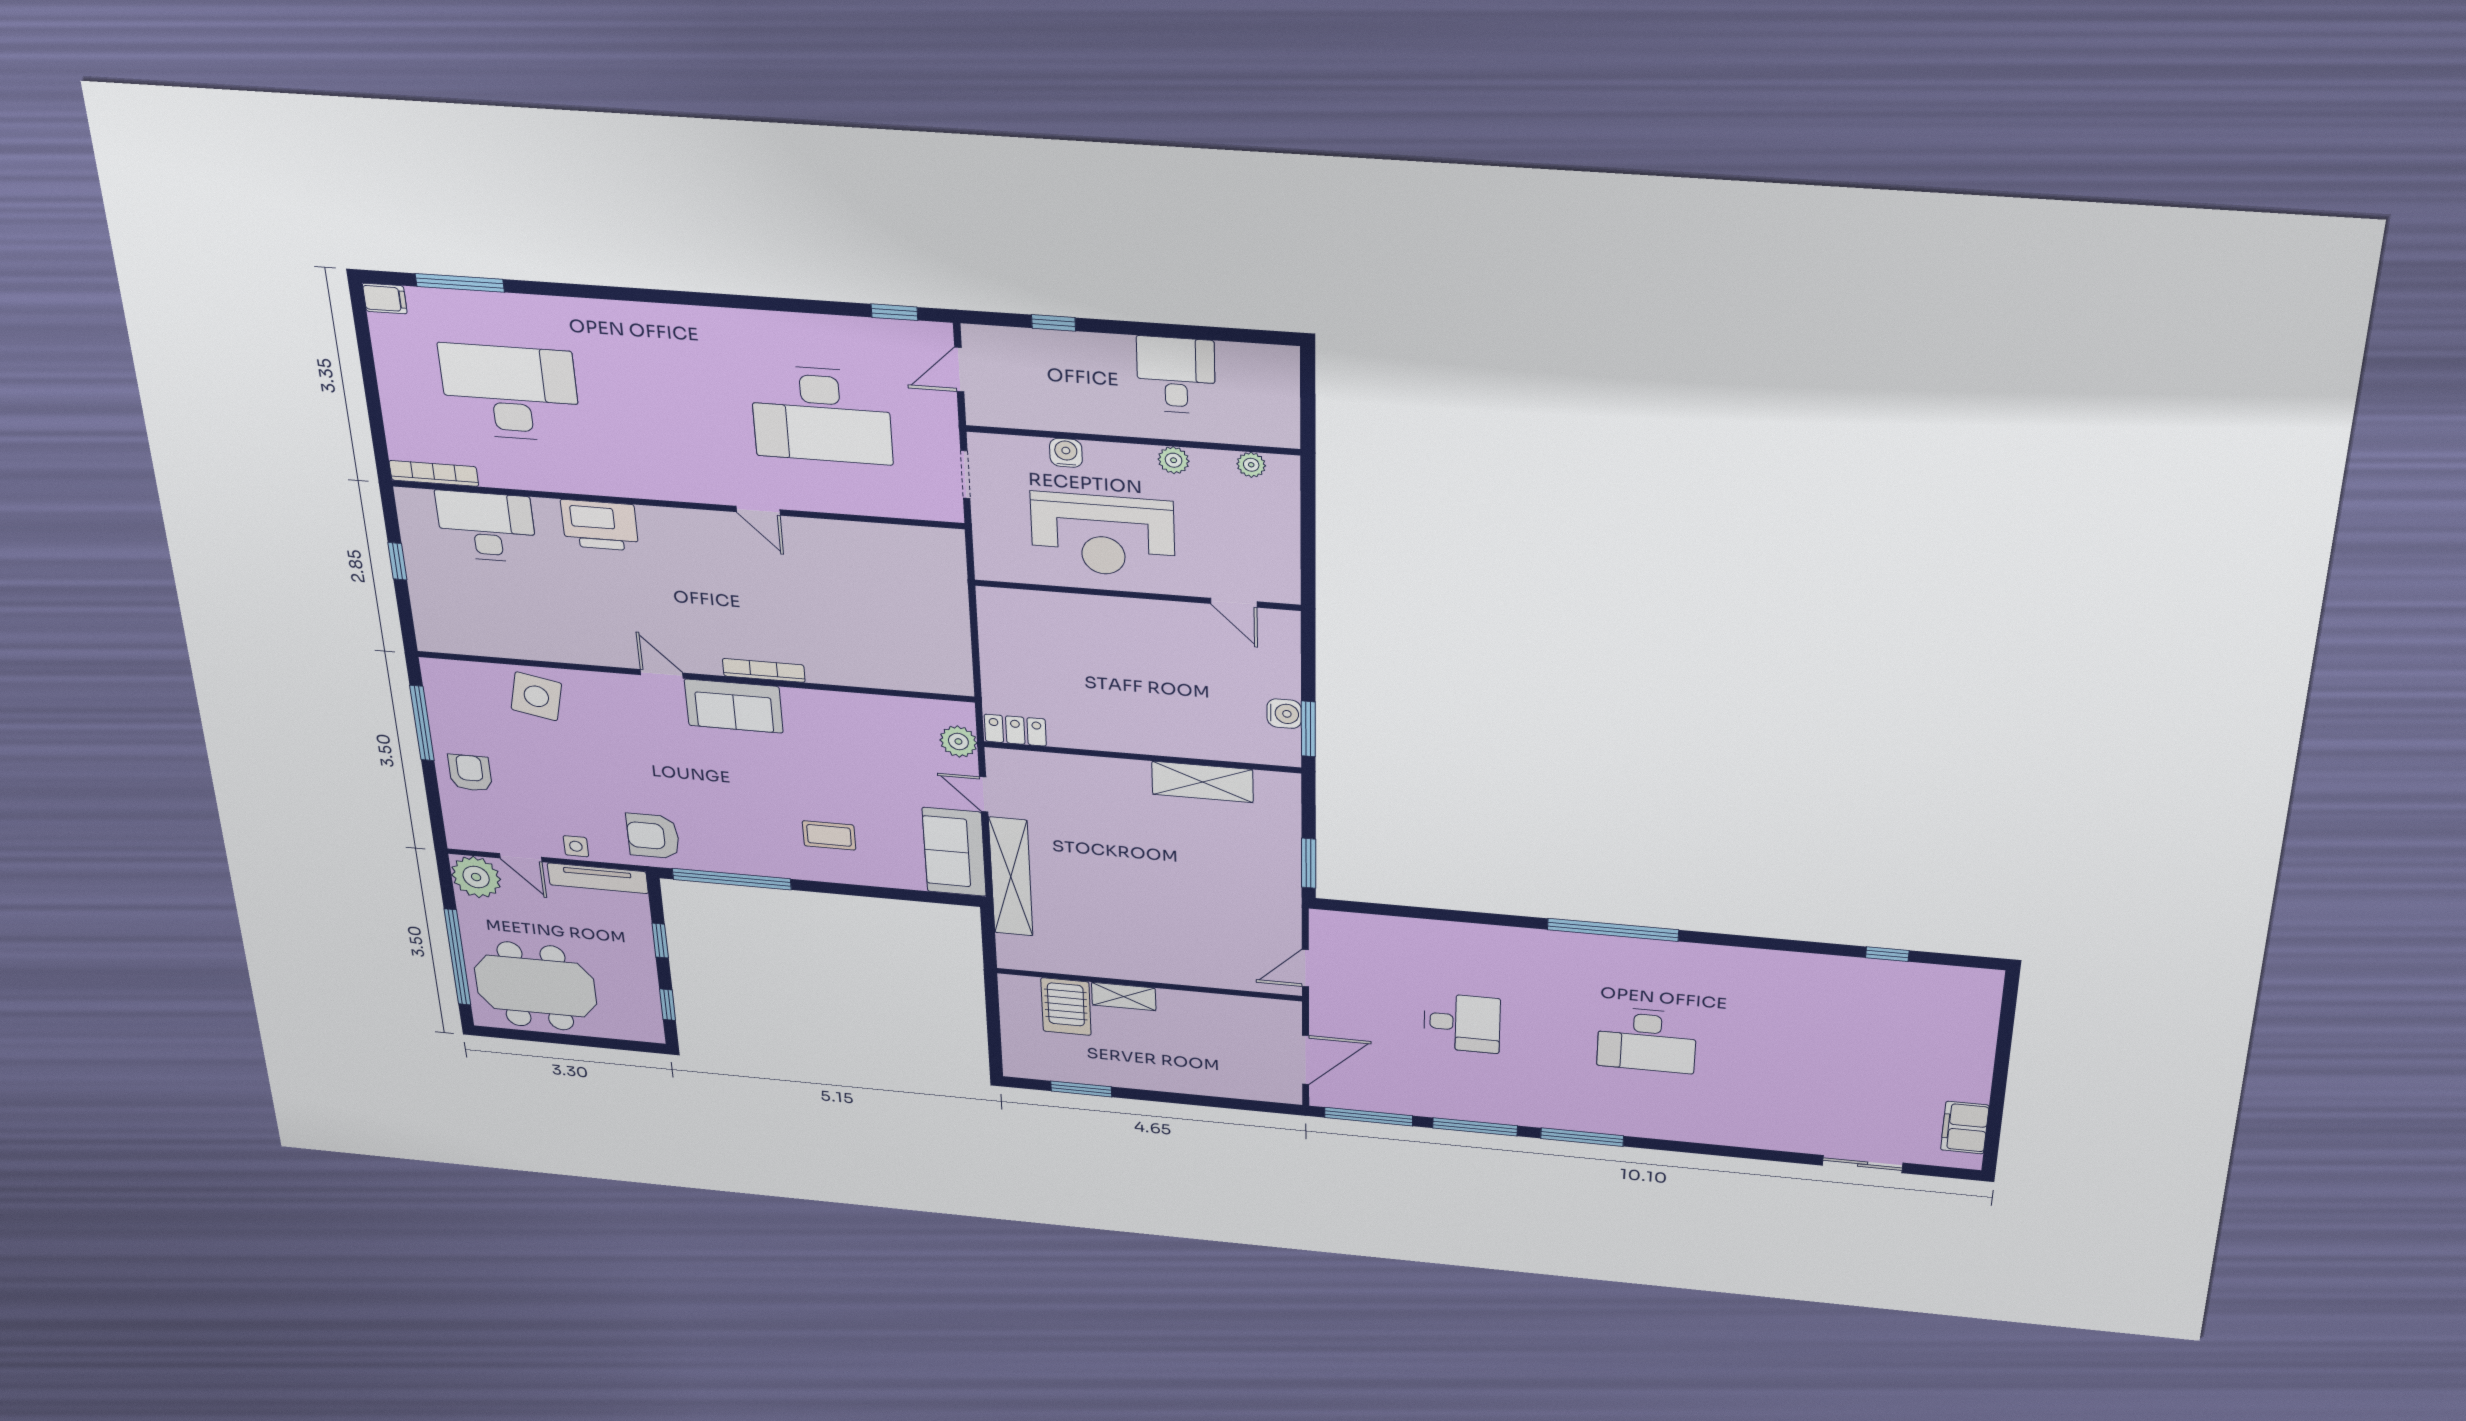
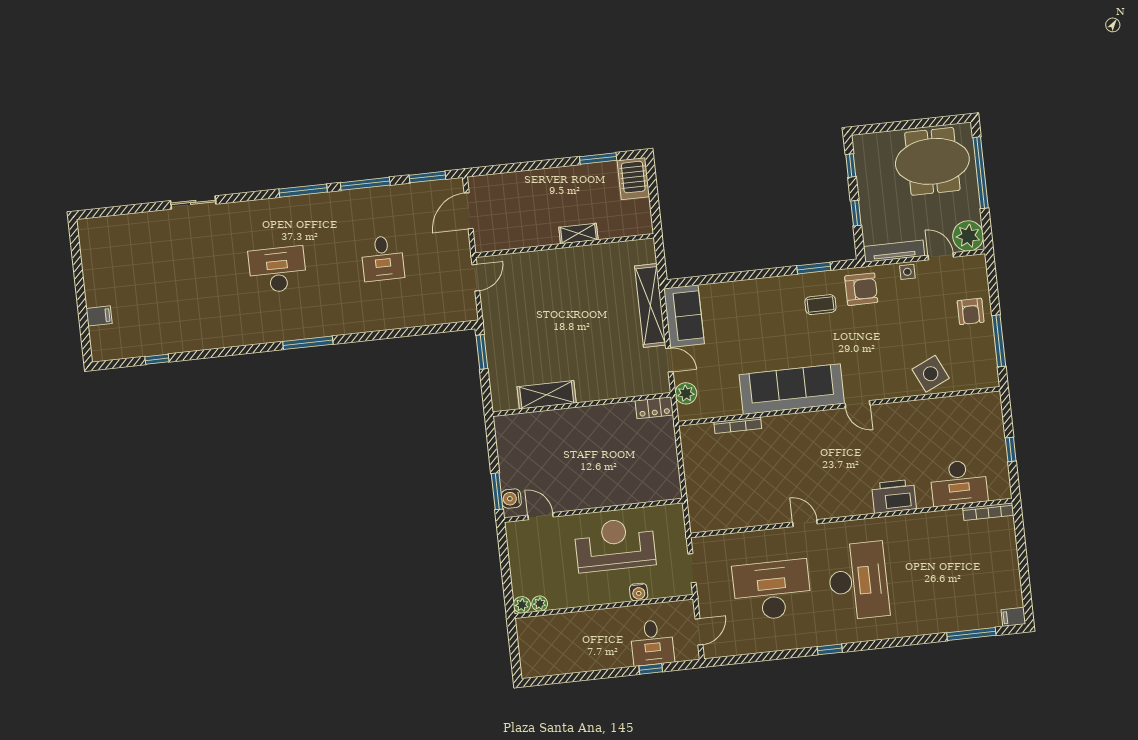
window: (894, 312) -> (830, 649), moved
desk: (1176, 375) -> (652, 643), moved
desk: (510, 393) -> (858, 581), moved, turned -90
plant: (1174, 460) -> (522, 605), moved
bookcase: (764, 670) -> (738, 425), moved
side table: (536, 696) -> (931, 374), turned -37
sofa: (734, 706) -> (792, 389), width x1.85, depth x1.27
water cooler: (1284, 714) -> (511, 499), moved
window: (1308, 729) -> (497, 491), moved
coffee table: (829, 835) -> (821, 305), moved
window: (732, 879) -> (814, 268), width x0.47
window: (1613, 930) -> (308, 343), width x0.68
server rack: (1066, 1007) -> (633, 179), moved, turned 180
desk: (1462, 1023) -> (383, 258), turned -90
window: (1369, 1117) -> (427, 177), width x0.69
filing cabinet: (1965, 1128) -> (99, 316), moved, width x0.50
sliding door: (1863, 1164) -> (193, 202), moved

